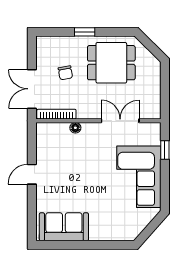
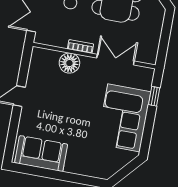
bookcase: (56, 114) -> (80, 46), moved, width x0.64
floor lamp: (75, 128) -> (69, 63), width x1.89, depth x1.89

